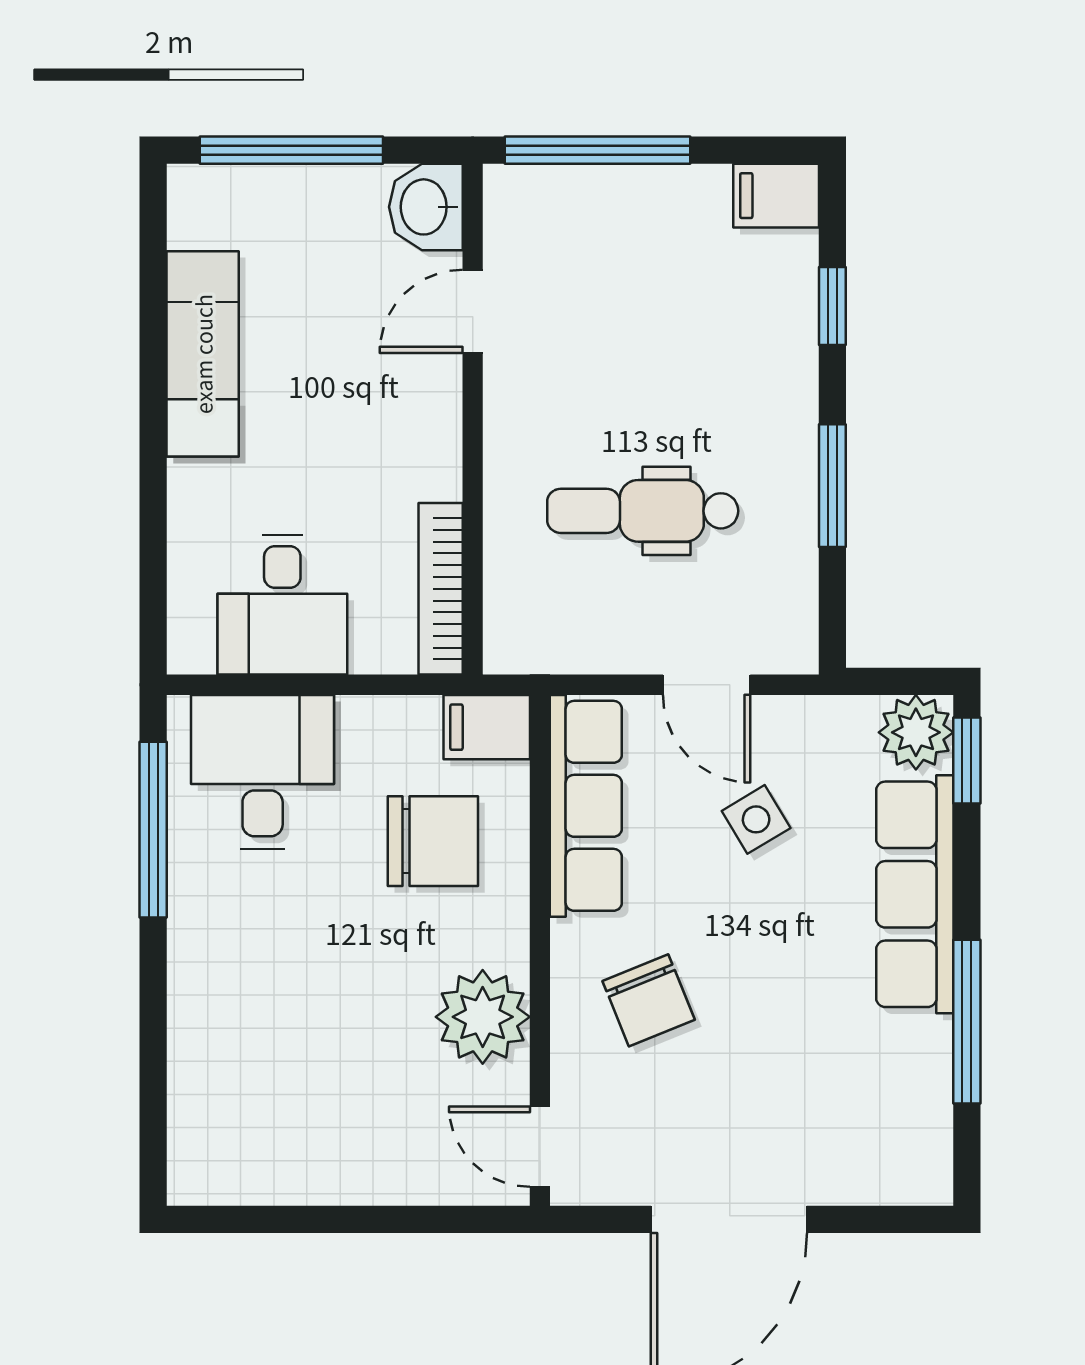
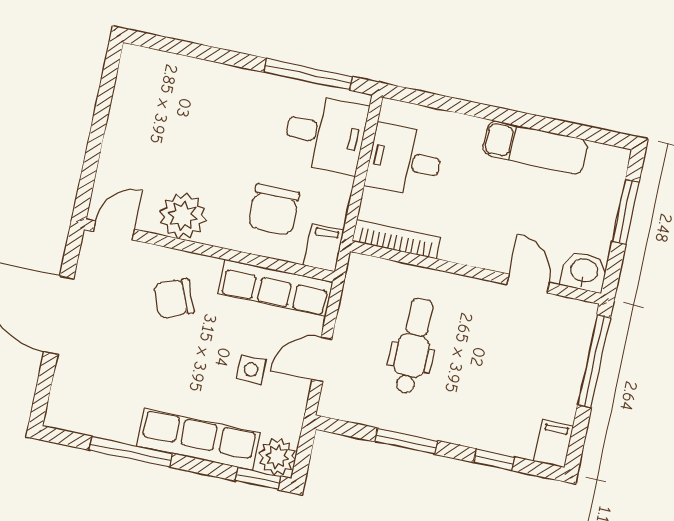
window: (291, 150) -> (626, 212), width x0.69
side table: (756, 819) -> (251, 370), turned 31

